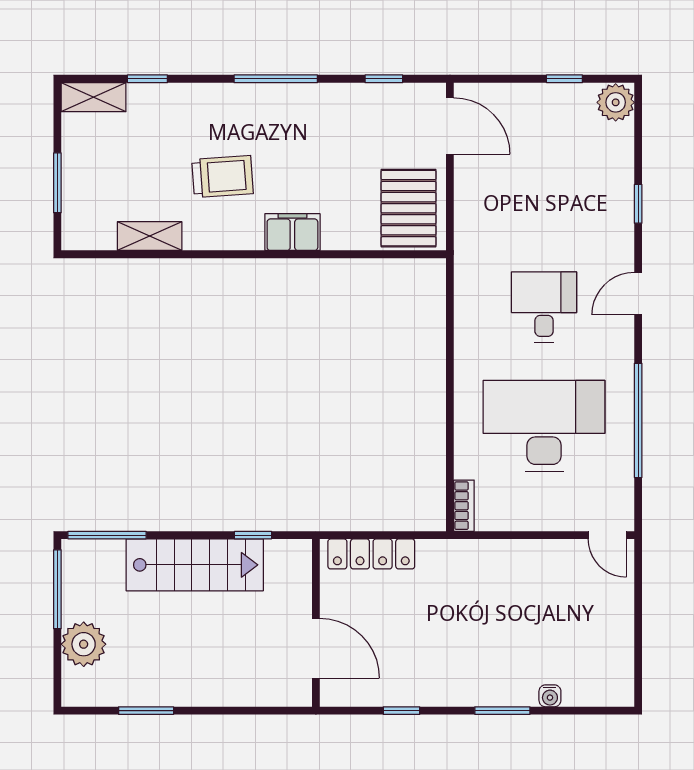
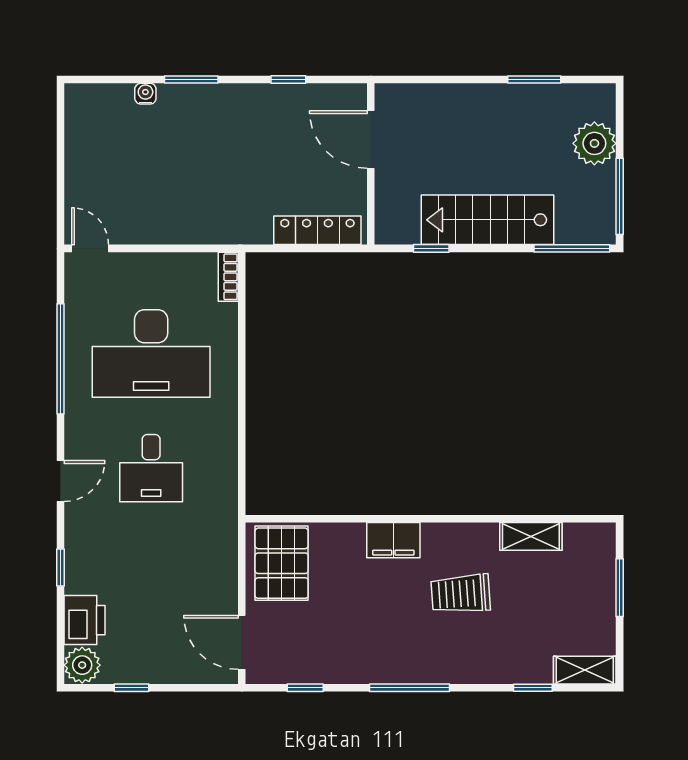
printer: (613, 149) -> (84, 620), added

